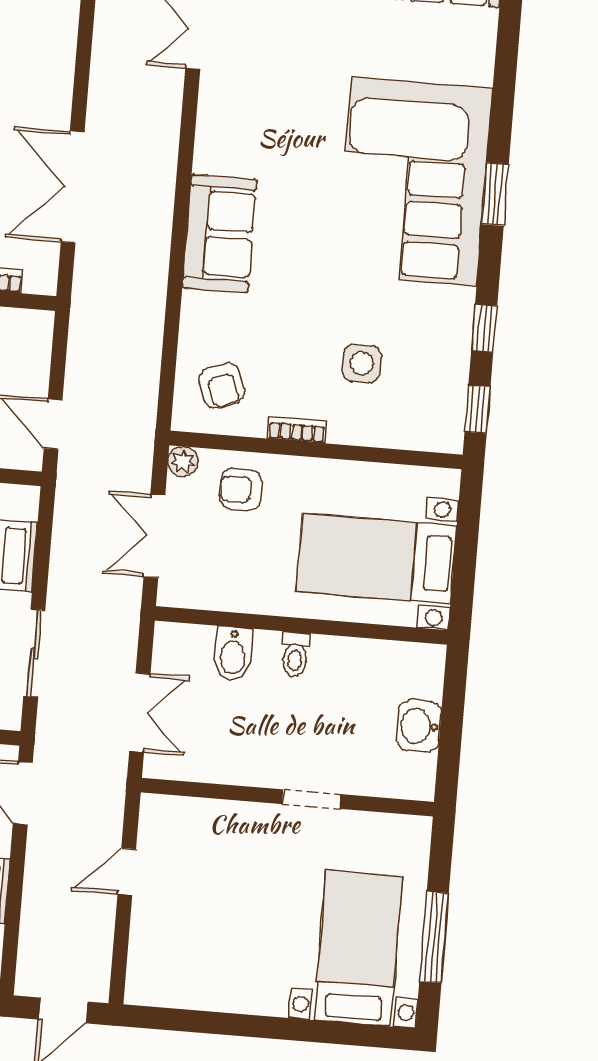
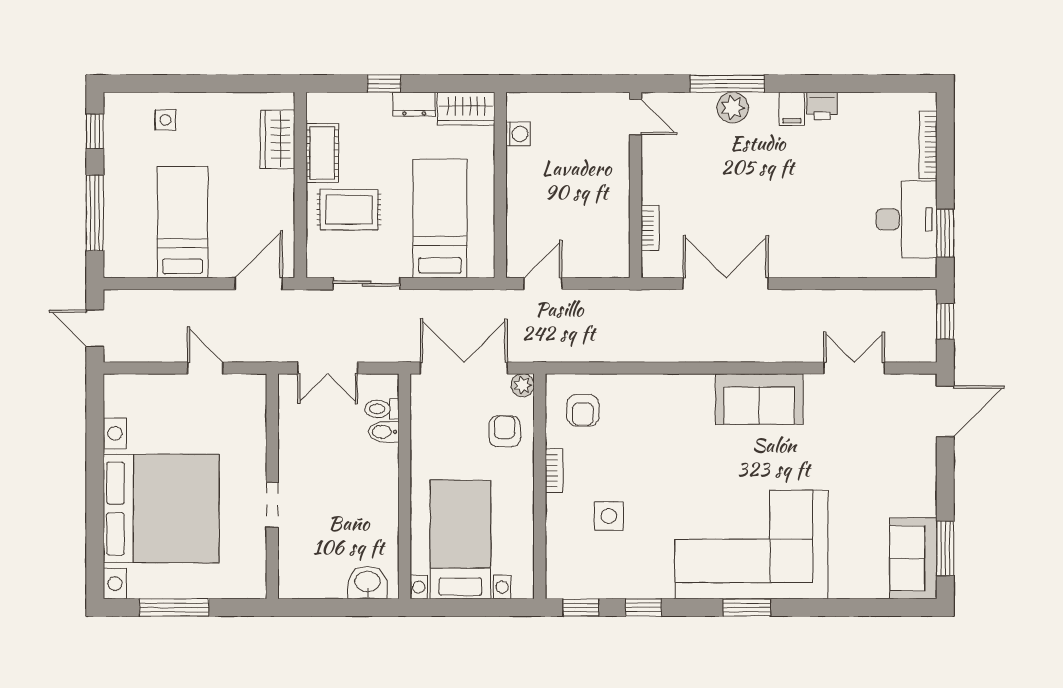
sofa: (220, 234) -> (759, 399), moved
armchair: (222, 386) -> (583, 410), turned -67
double door: (154, 536) -> (464, 368), width x1.37
bidet: (233, 654) -> (384, 432), width x0.72, depth x0.74
toilet: (295, 654) -> (382, 409), moved
washbasin: (419, 726) -> (367, 582), moved
bed with nightstands: (358, 948) -> (161, 508), width x1.85

